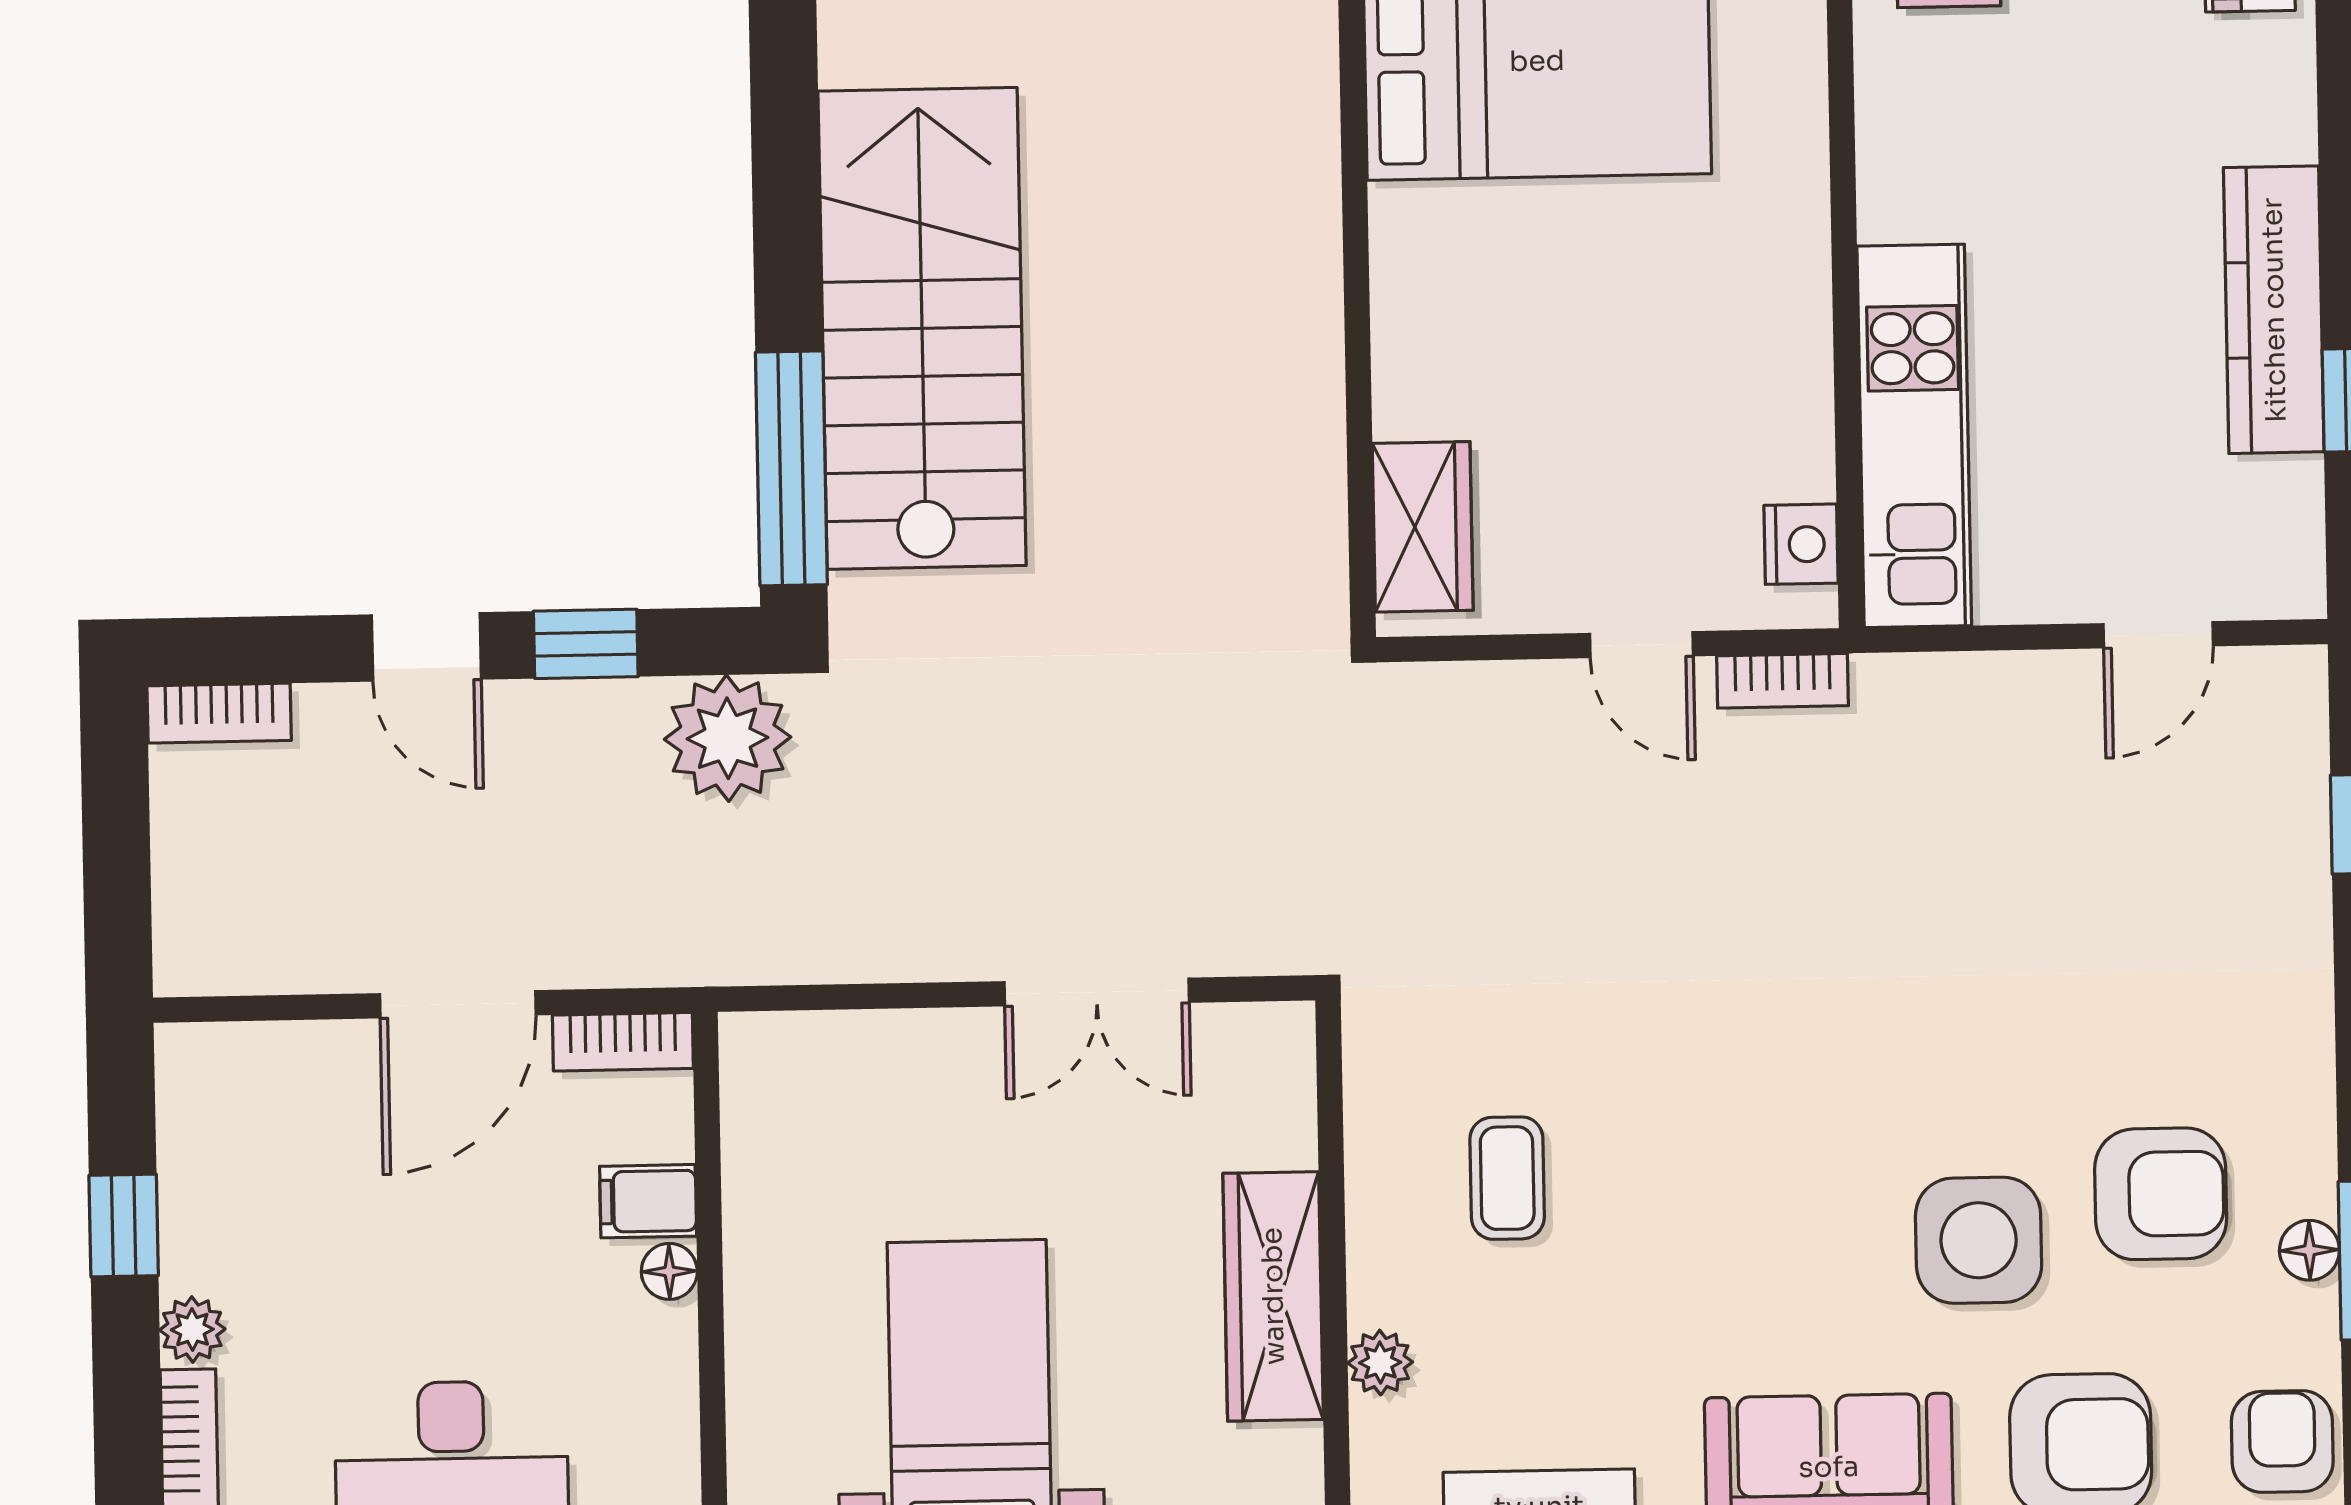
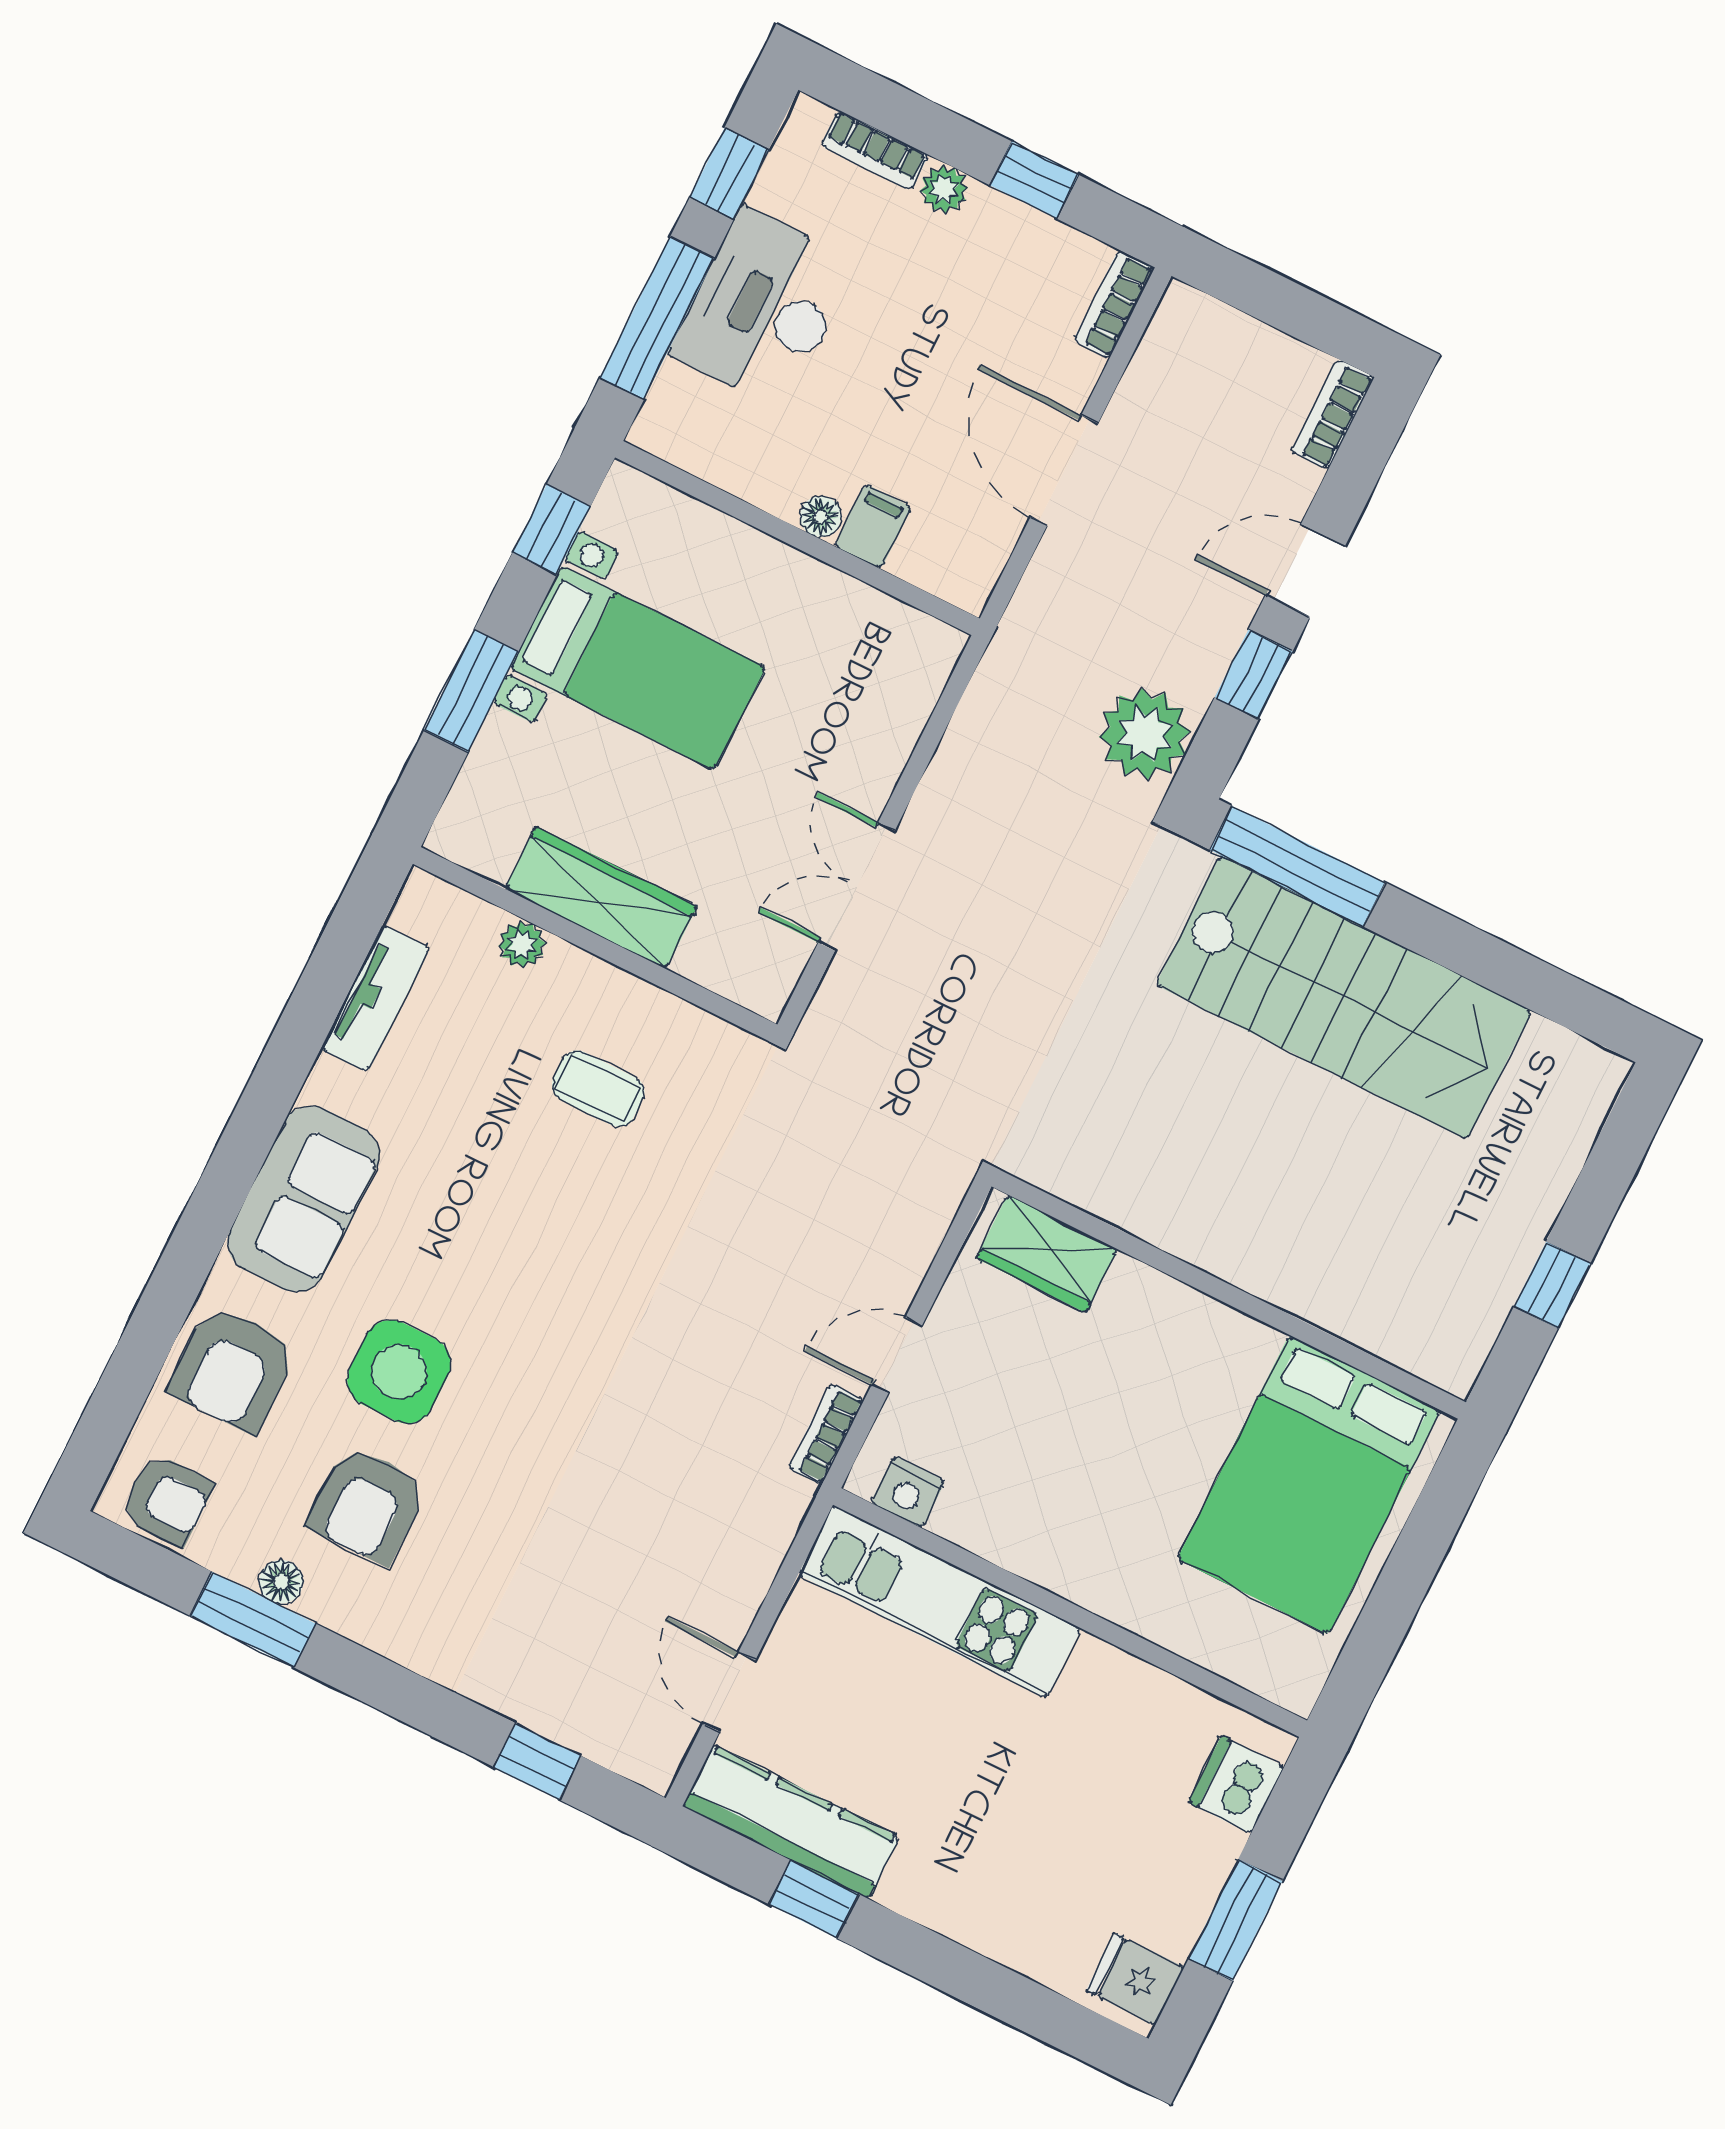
kitchen counter: (2274, 310) -> (791, 1822), moved
bookcase: (623, 1042) -> (1114, 304), moved

